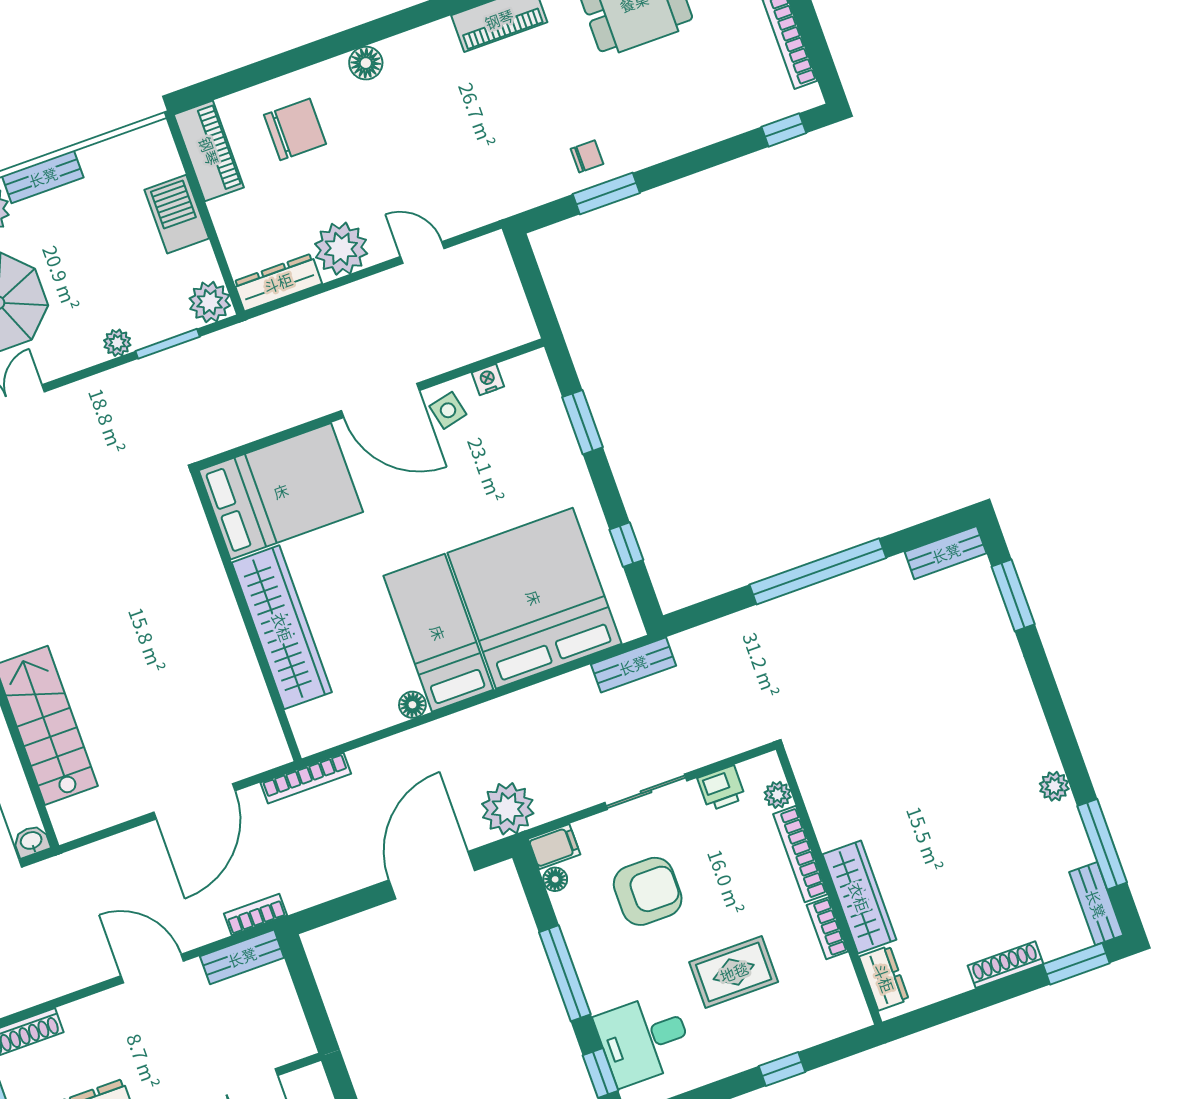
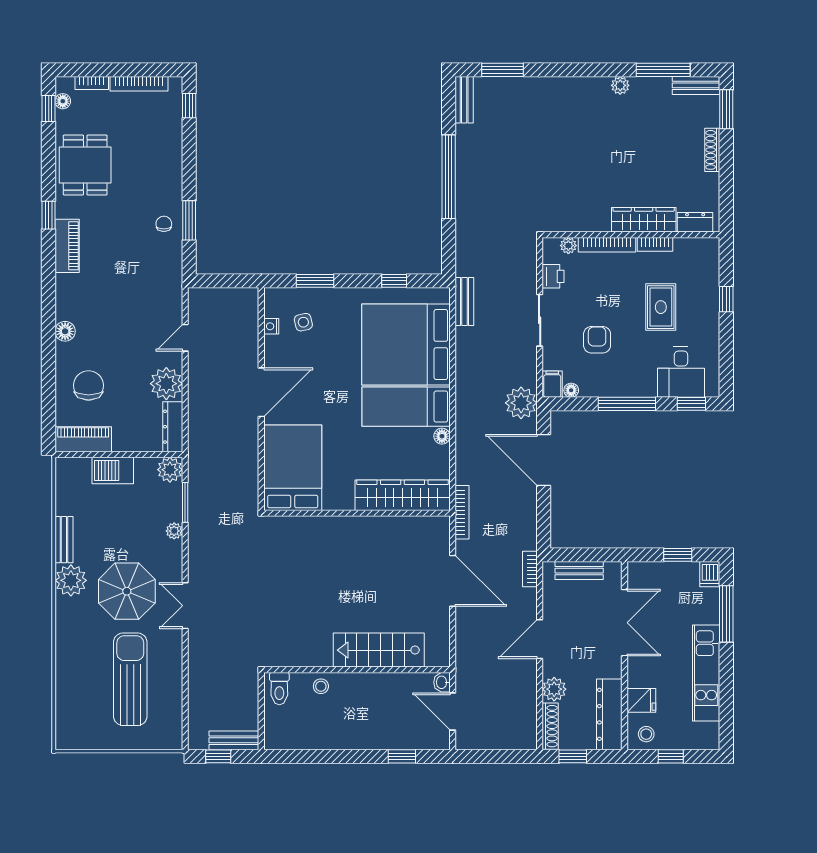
side table: (448, 410) -> (303, 322), moved
wardrobe: (282, 627) -> (403, 495), moved
armchair: (648, 891) -> (597, 340), width x0.72, depth x0.72
bench: (242, 957) -> (579, 571), moved, turned 90
plant: (83, 1019) -> (554, 689), added

